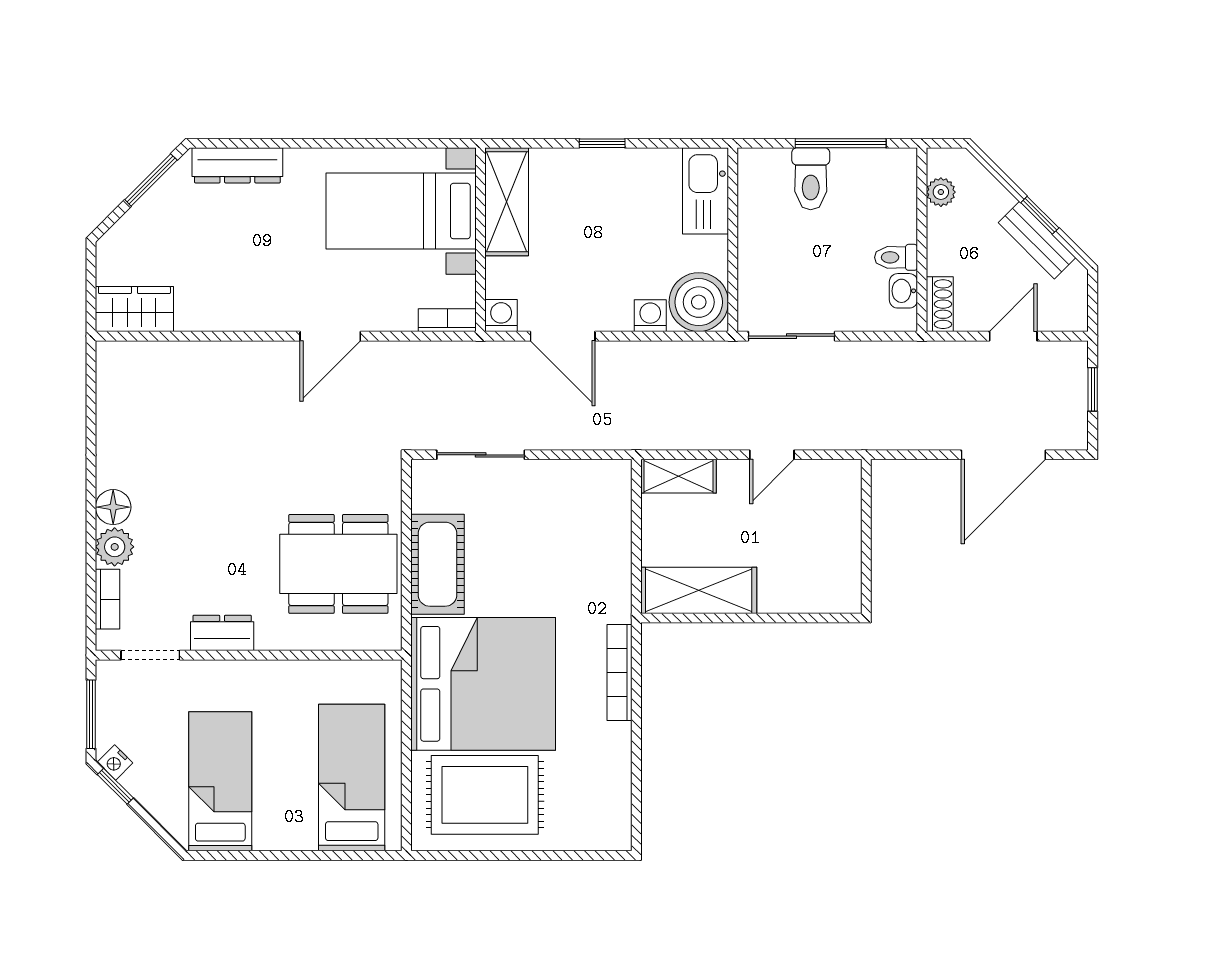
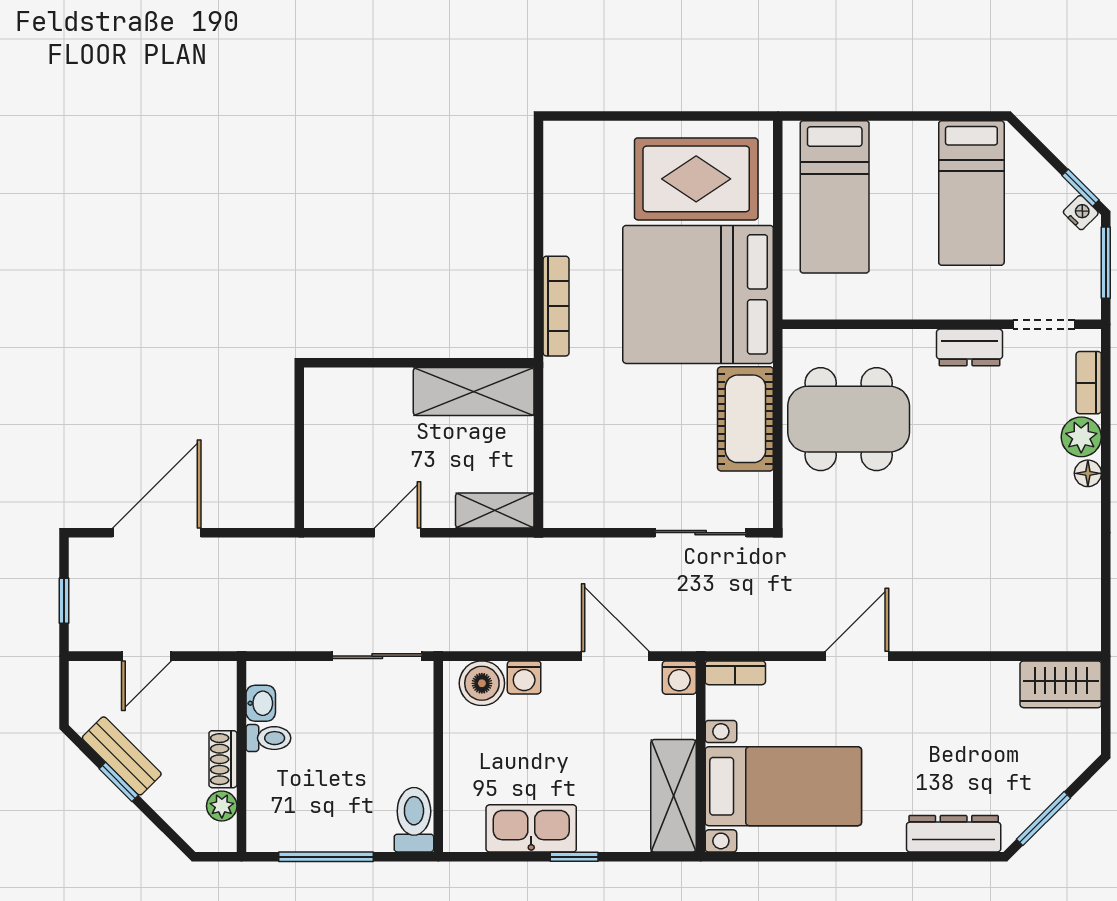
toilet: (811, 179) -> (414, 820), moved
kitchen sink: (705, 191) -> (531, 828), moved, turned -90
boiler: (699, 302) -> (482, 683), width x0.73, depth x0.73
shoe rack: (940, 304) -> (223, 759), moved
floor lamp: (113, 507) -> (1088, 473), width x0.73, depth x0.73

